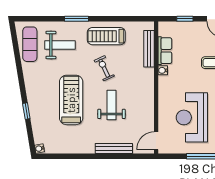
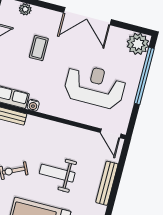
reception desk: (192, 117) -> (95, 86), turned 180

